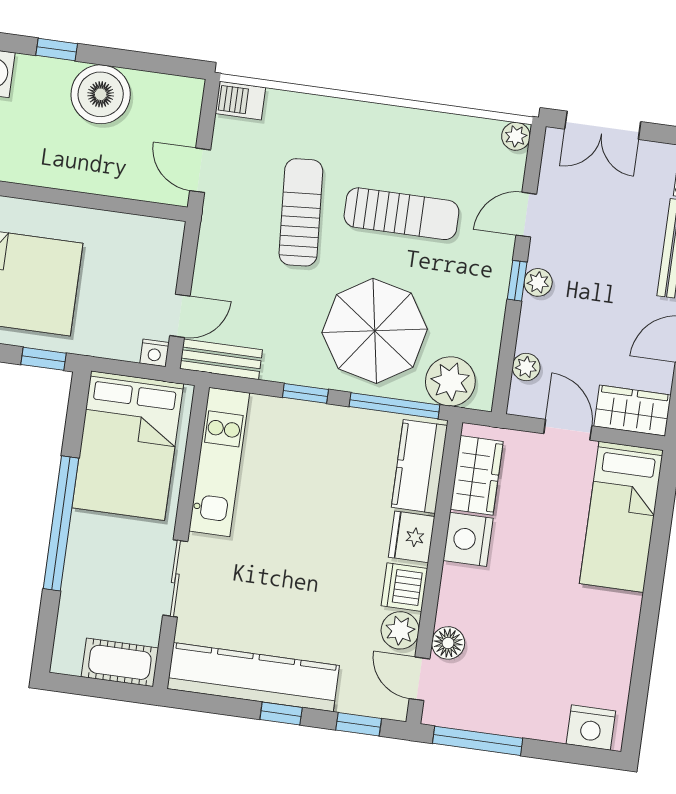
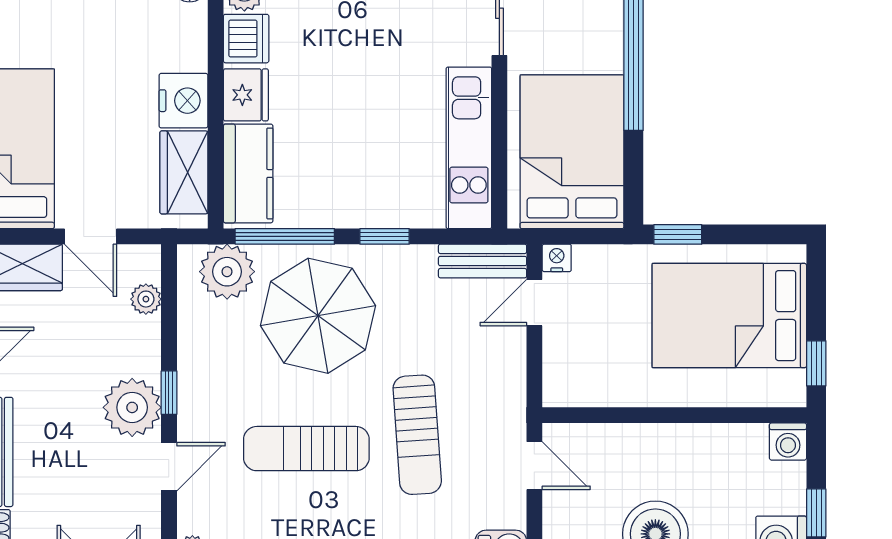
plant: (538, 282) -> (132, 407), width x1.88, depth x1.88

